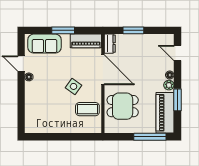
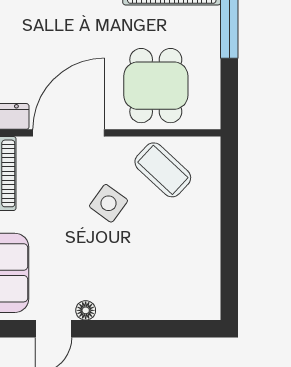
coffee table: (87, 109) -> (163, 170), turned -47

